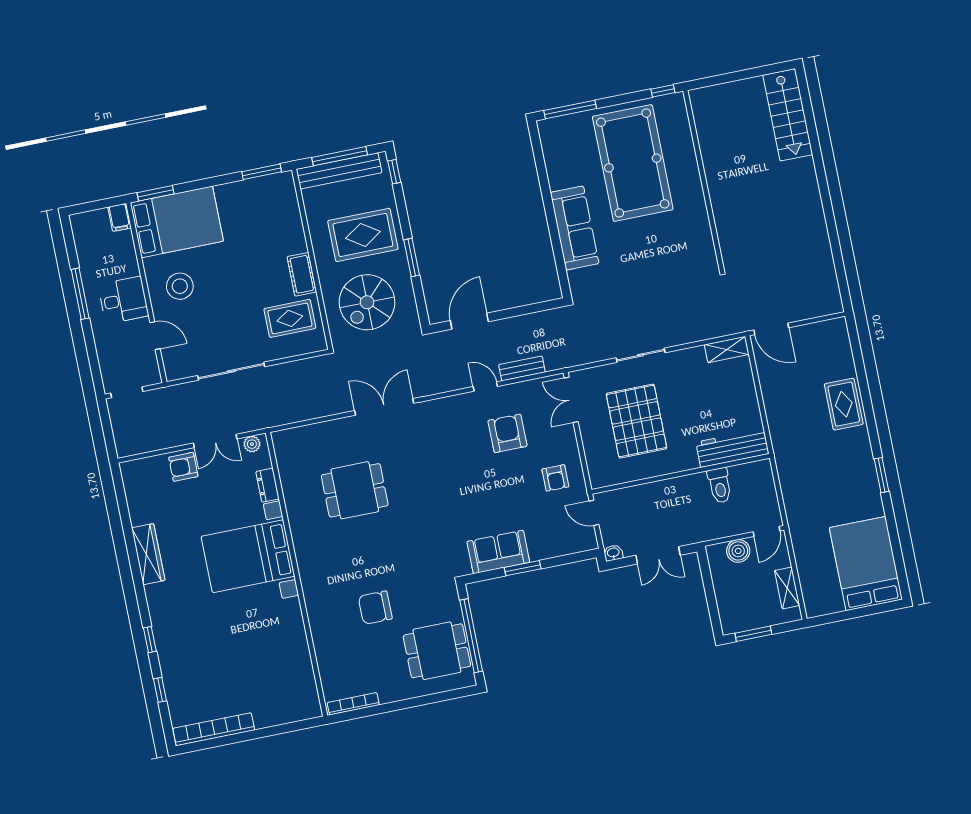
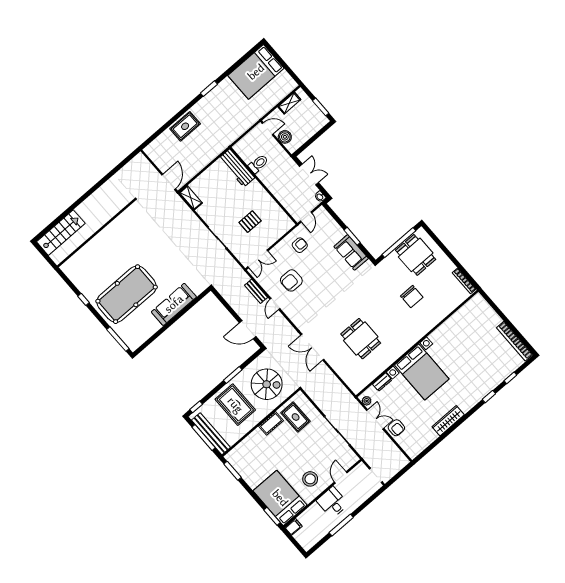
wall: (704, 180) -> (96, 233), moved
pallet: (637, 421) -> (250, 222), width x0.49, depth x0.50

